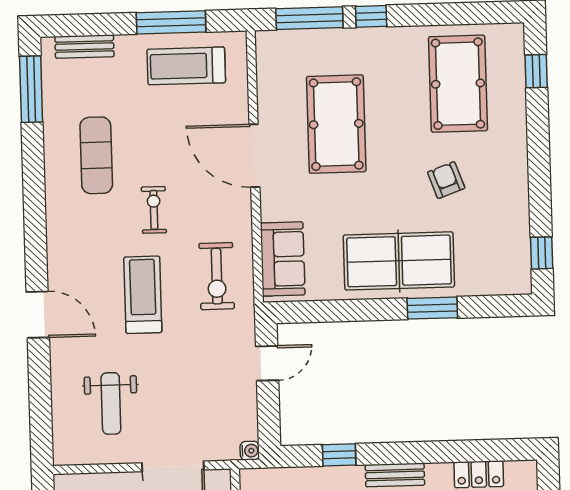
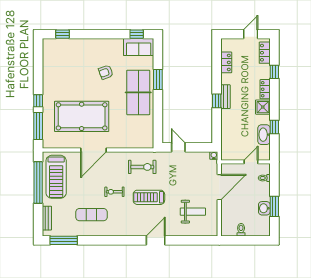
window: (171, 22) -> (38, 182), width x1.46
treadmill: (186, 66) -> (56, 177), width x1.37, depth x1.38
pool table: (458, 84) -> (67, 66), removed
pool table: (336, 124) -> (82, 116), width x1.36, depth x1.32
sofa: (283, 259) -> (139, 47), moved, turned 180
window: (339, 455) -> (217, 101), moved

